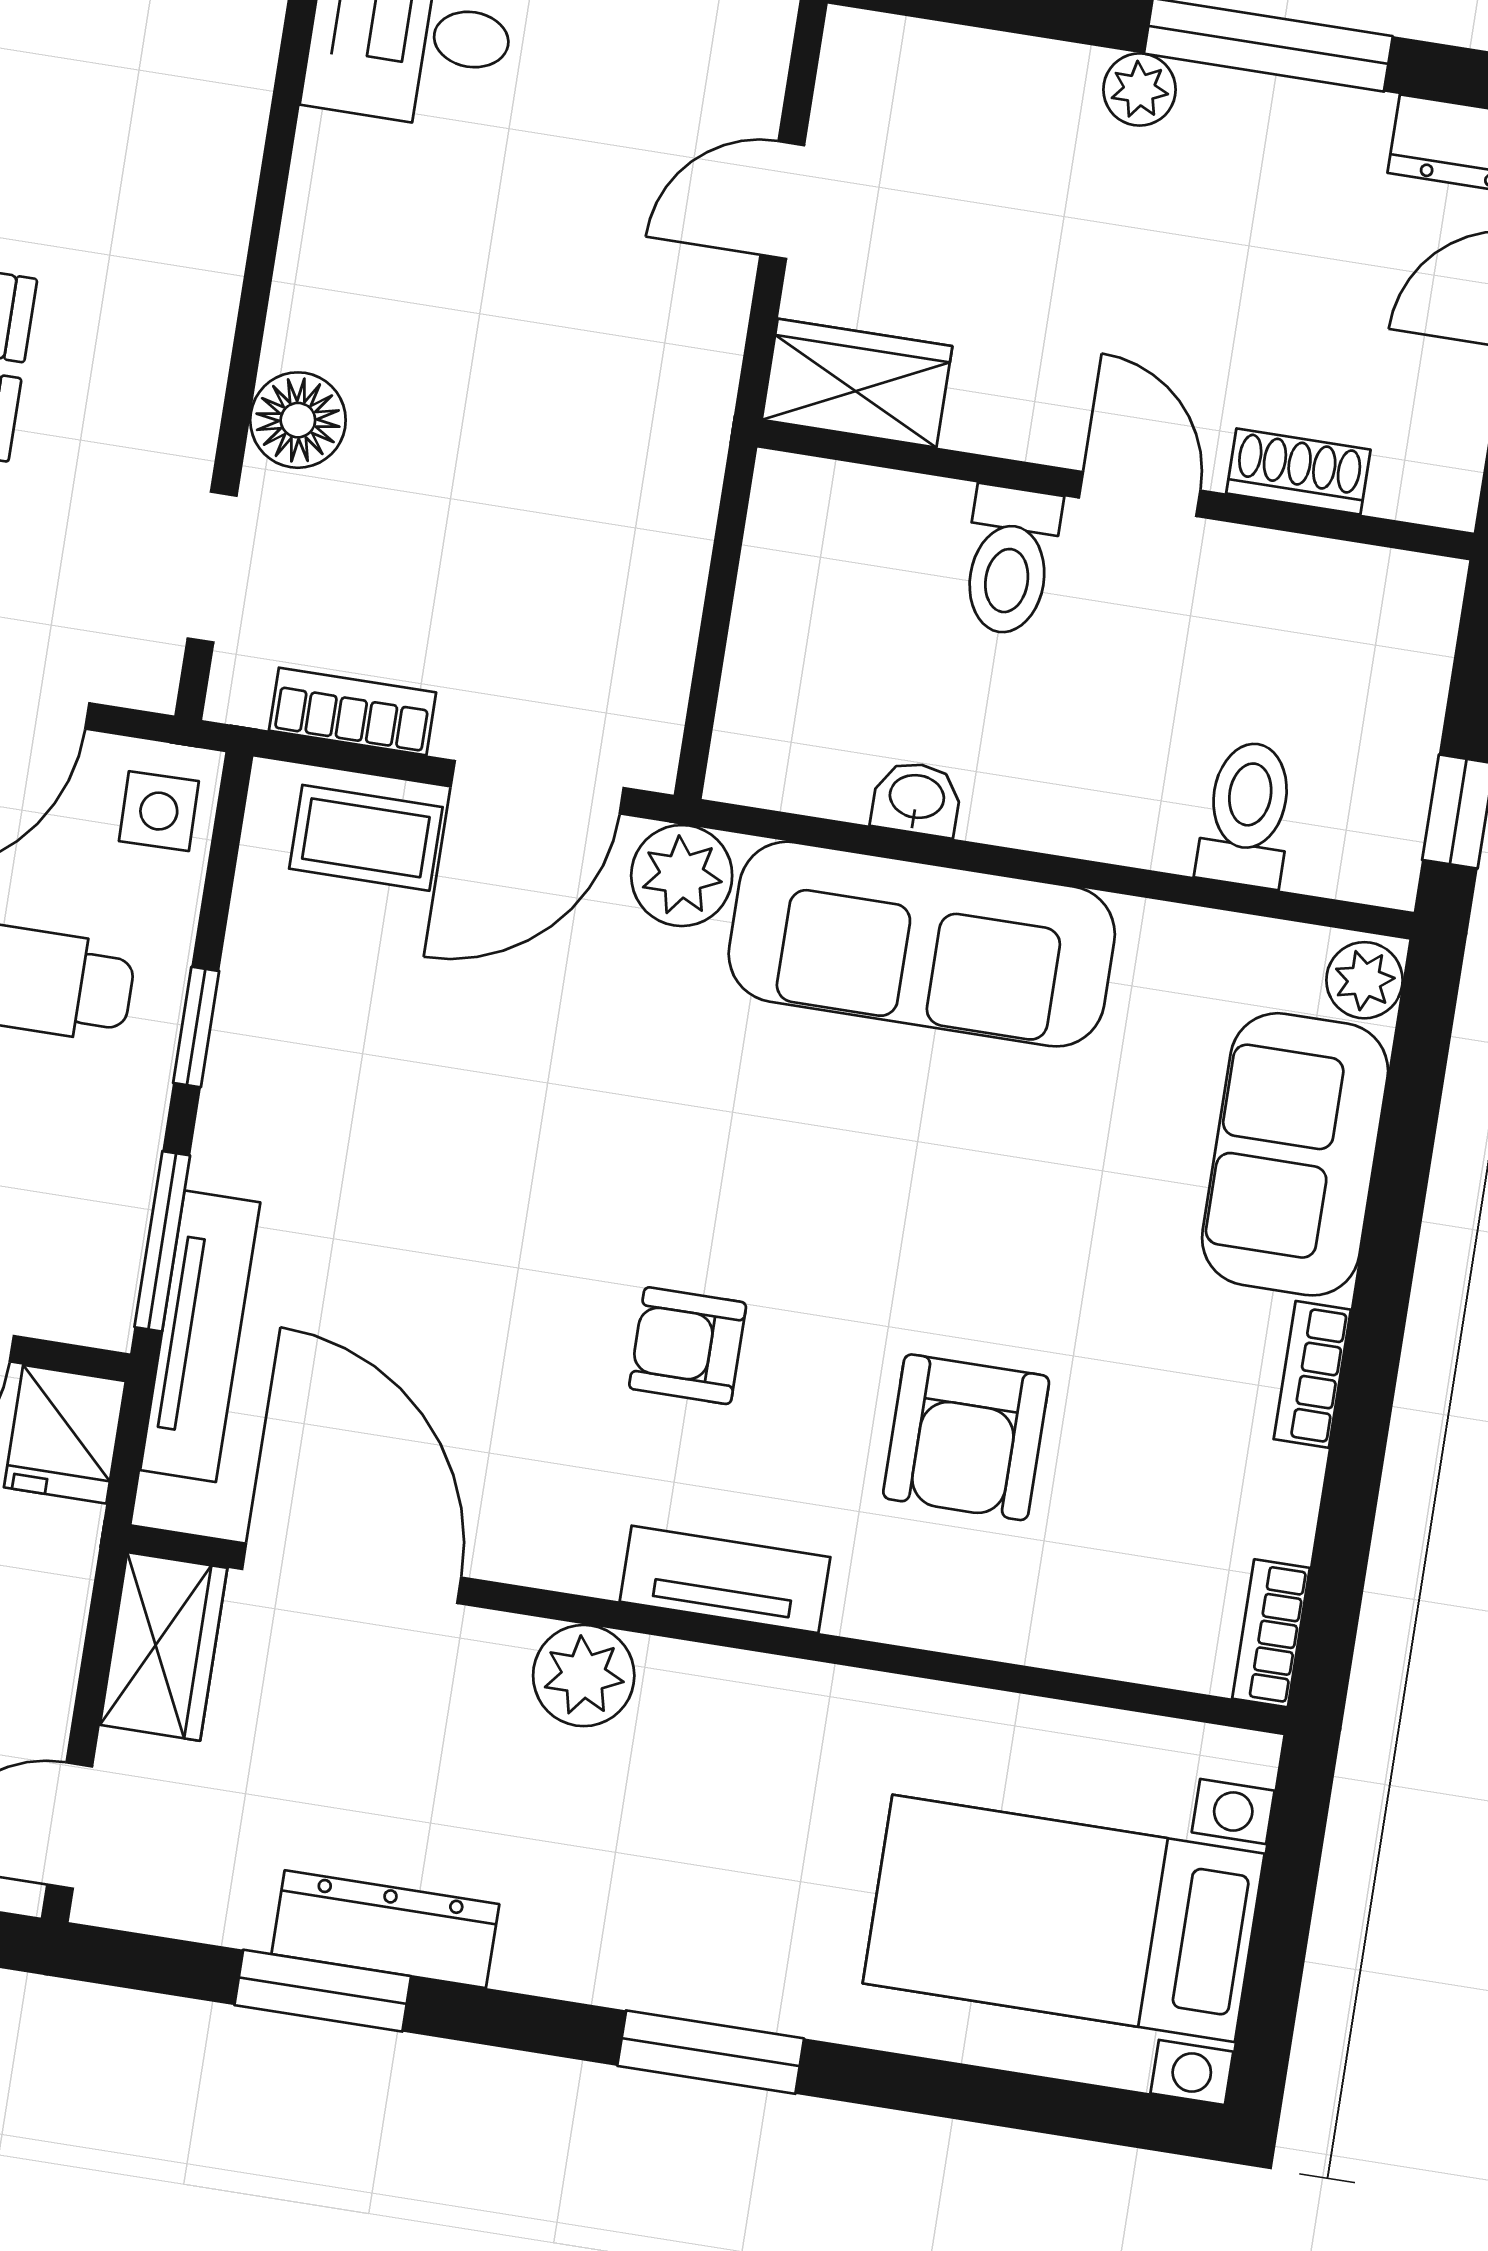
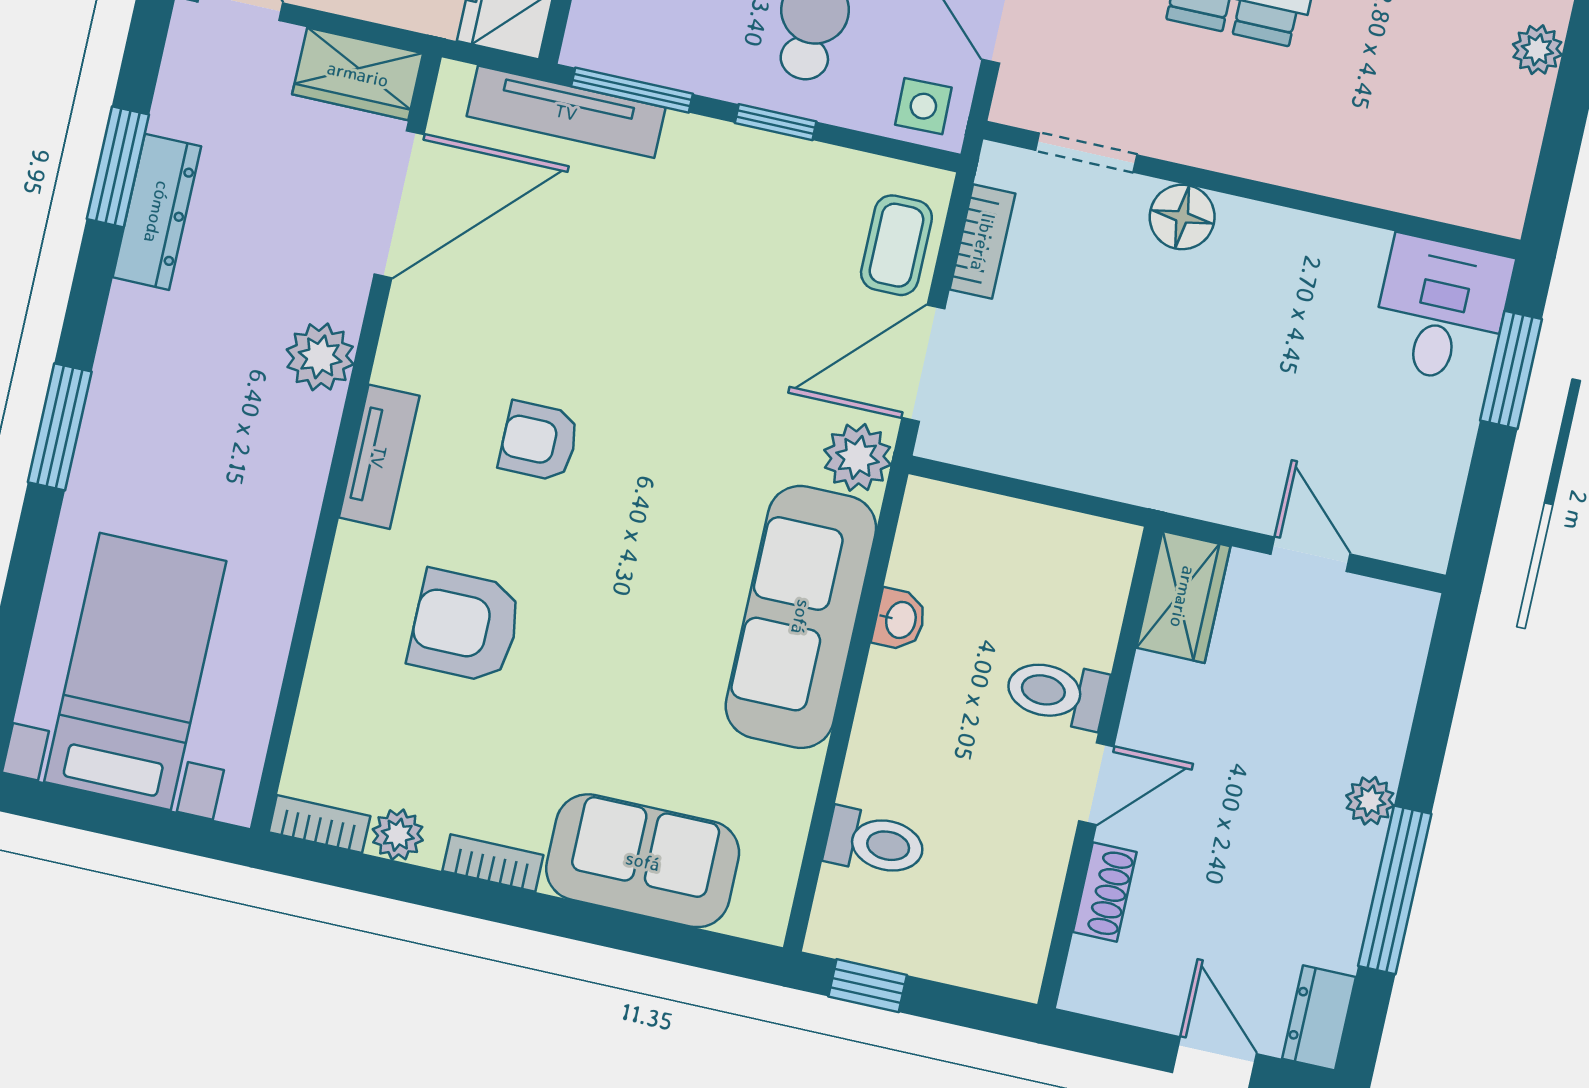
door: (537, 787) -> (923, 363), hinge flipped
plant: (1364, 980) -> (398, 835), moved
armchair: (688, 1346) -> (539, 441), turned -90

